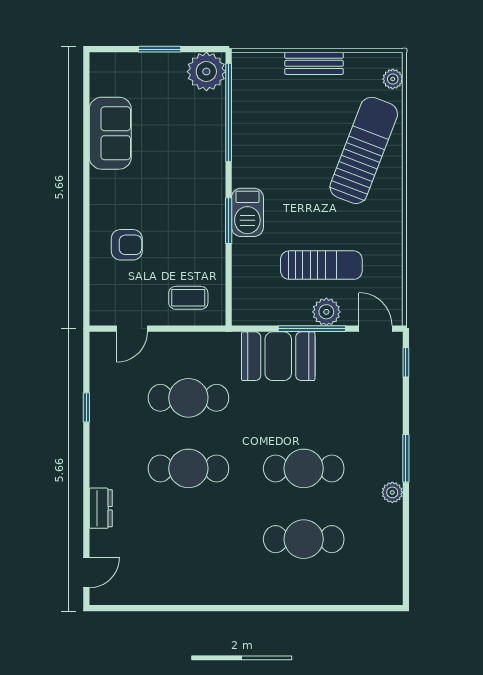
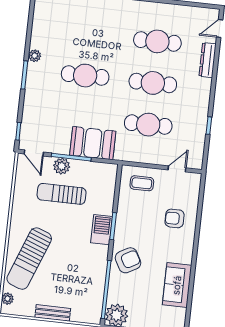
armchair: (197, 166) -> (128, 260), added
dresser: (101, 508) -> (208, 60), width x1.44
cafe table: (304, 539) -> (157, 41), moved

